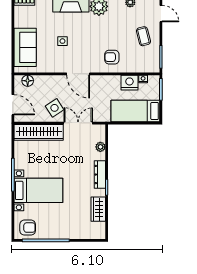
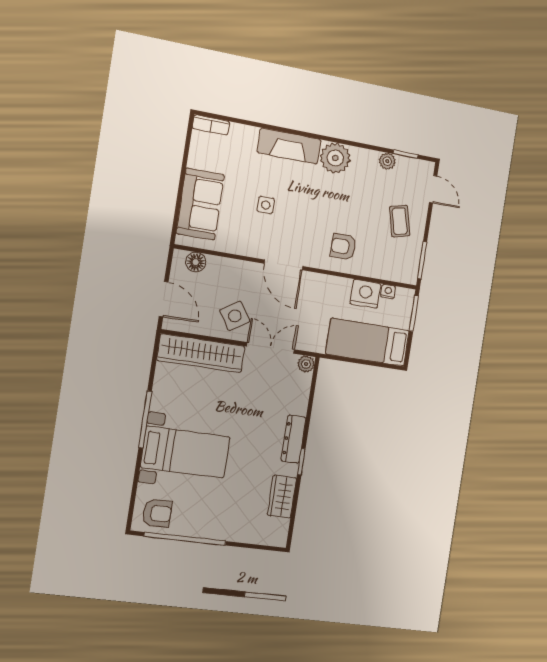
plant: (100, 147) -> (306, 364), moved

